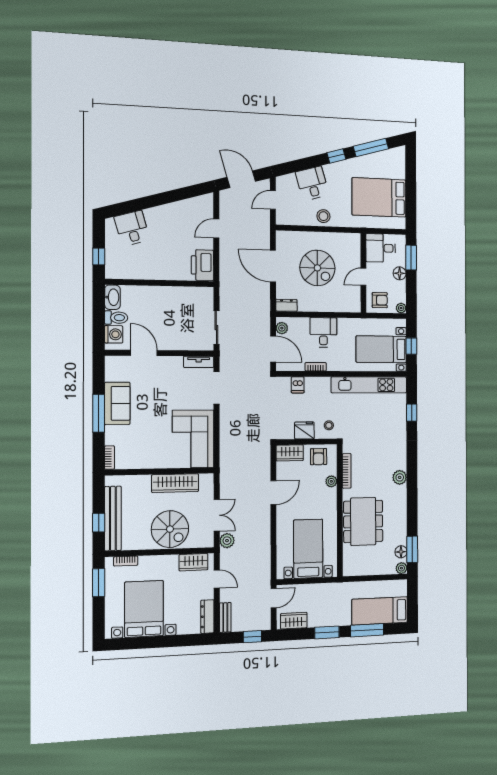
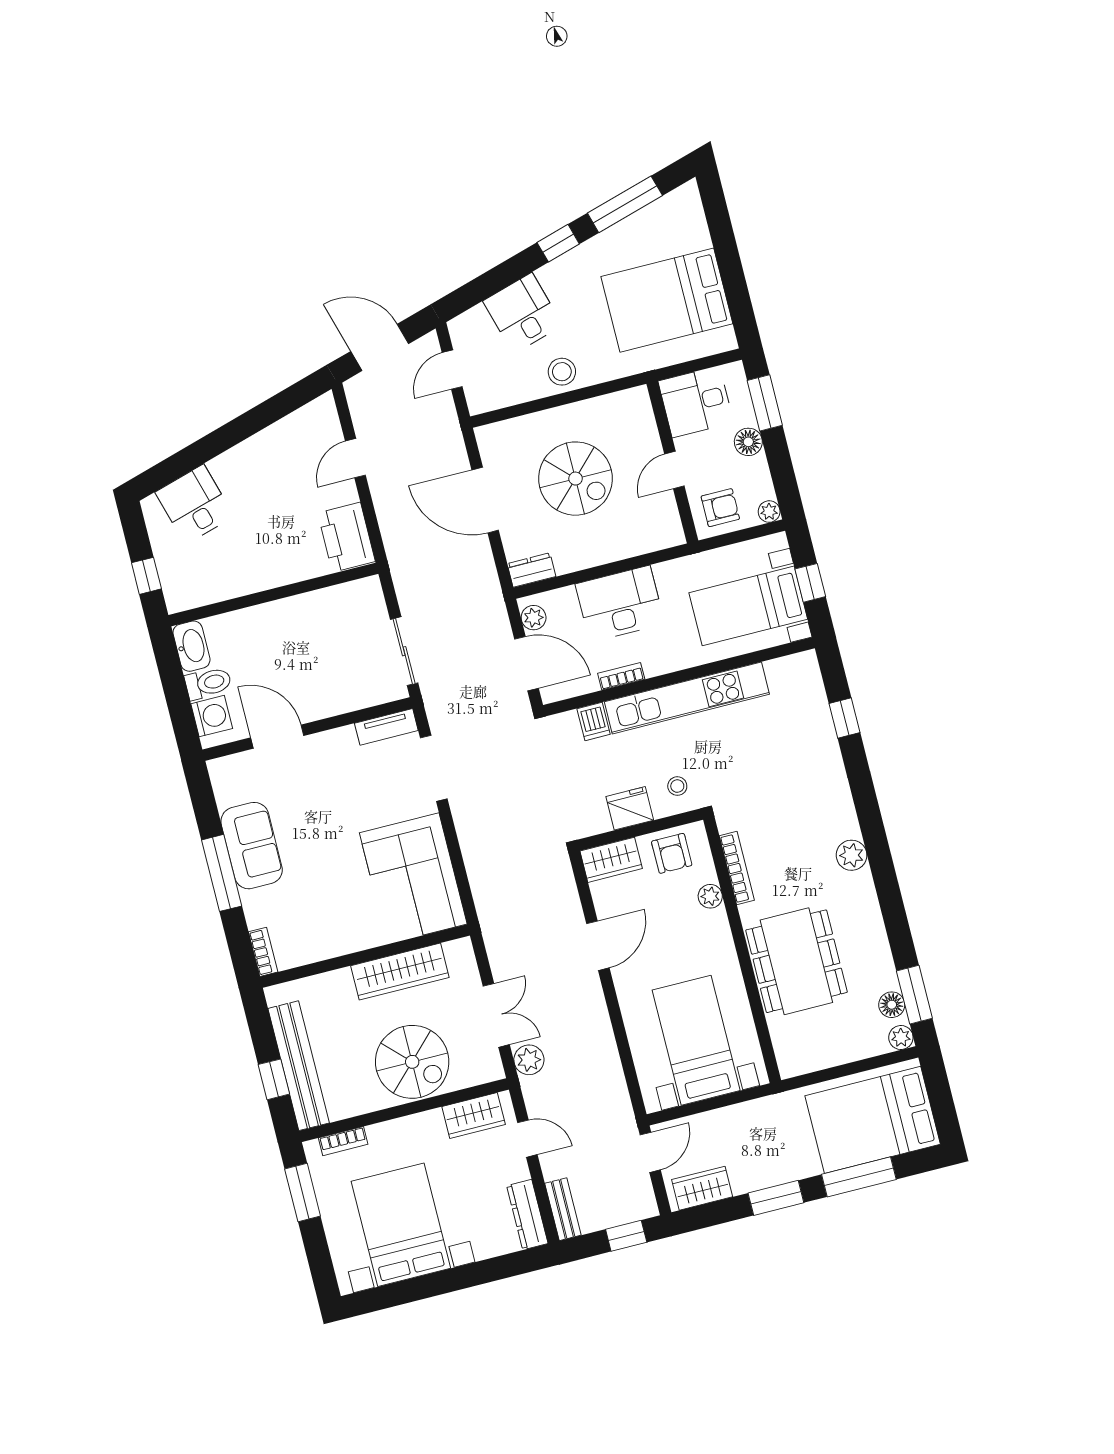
desk: (323, 332) -> (620, 604), width x1.37
kitchen unit: (369, 385) -> (687, 698), moved
bed: (380, 611) -> (873, 1120), width x1.50

